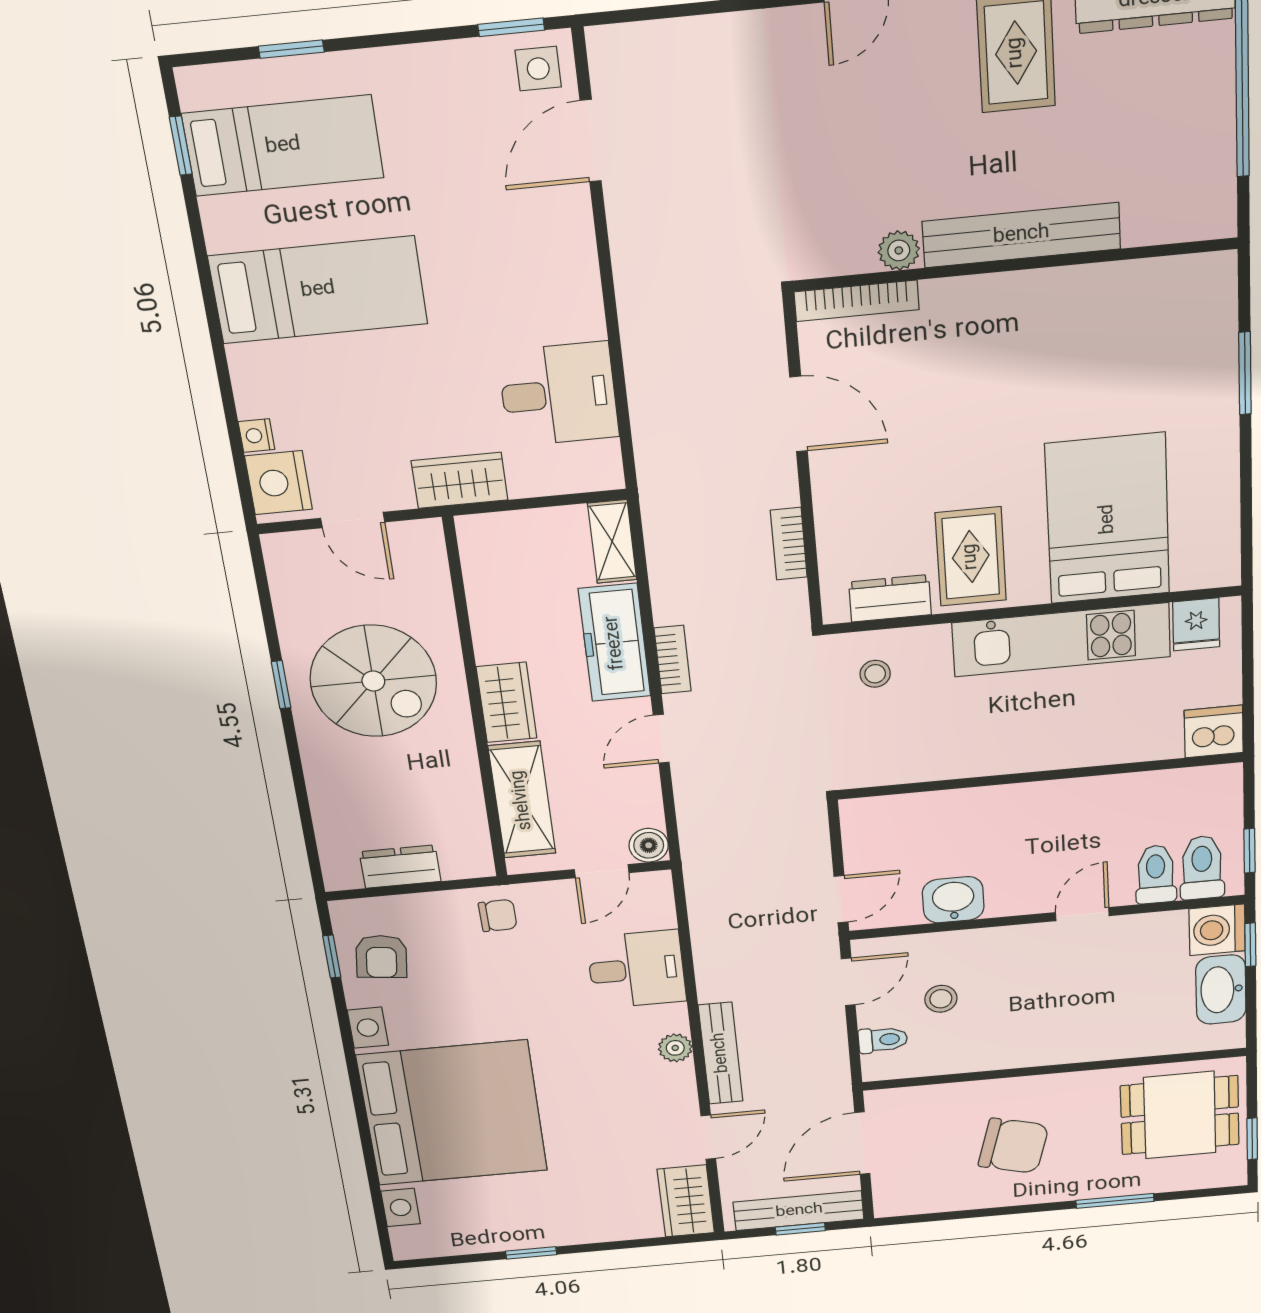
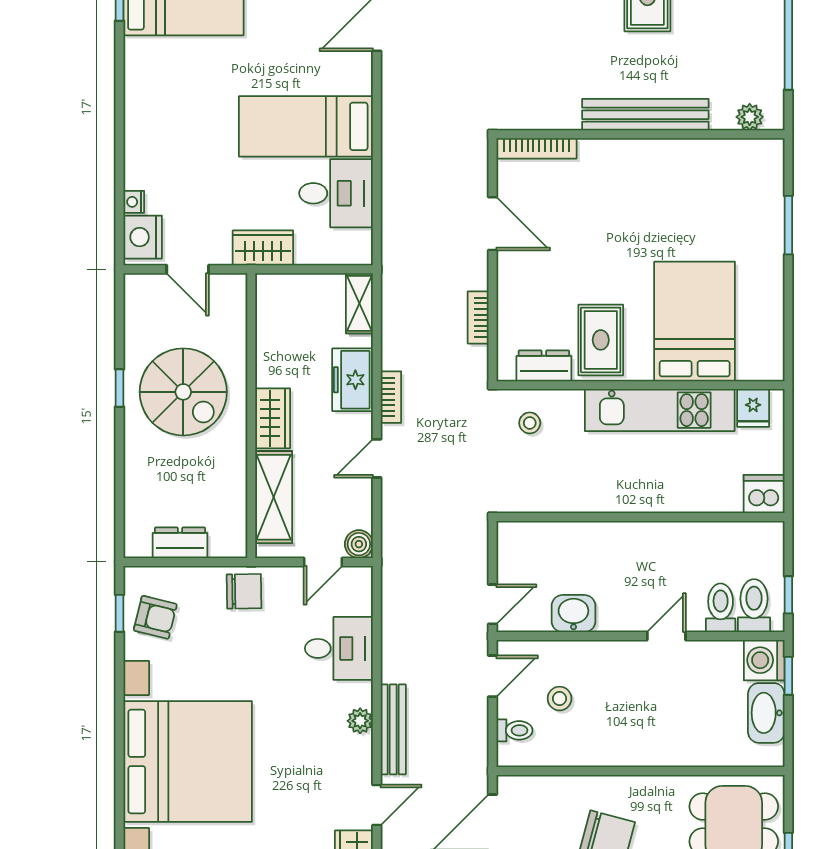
plant: (899, 250) -> (750, 117), moved
bed: (318, 290) -> (306, 126), moved, turned 180
freezer: (615, 643) -> (353, 380), width x0.71
chair: (498, 915) -> (244, 591), width x1.37, depth x1.37
armchair: (381, 957) -> (155, 617), turned -83

